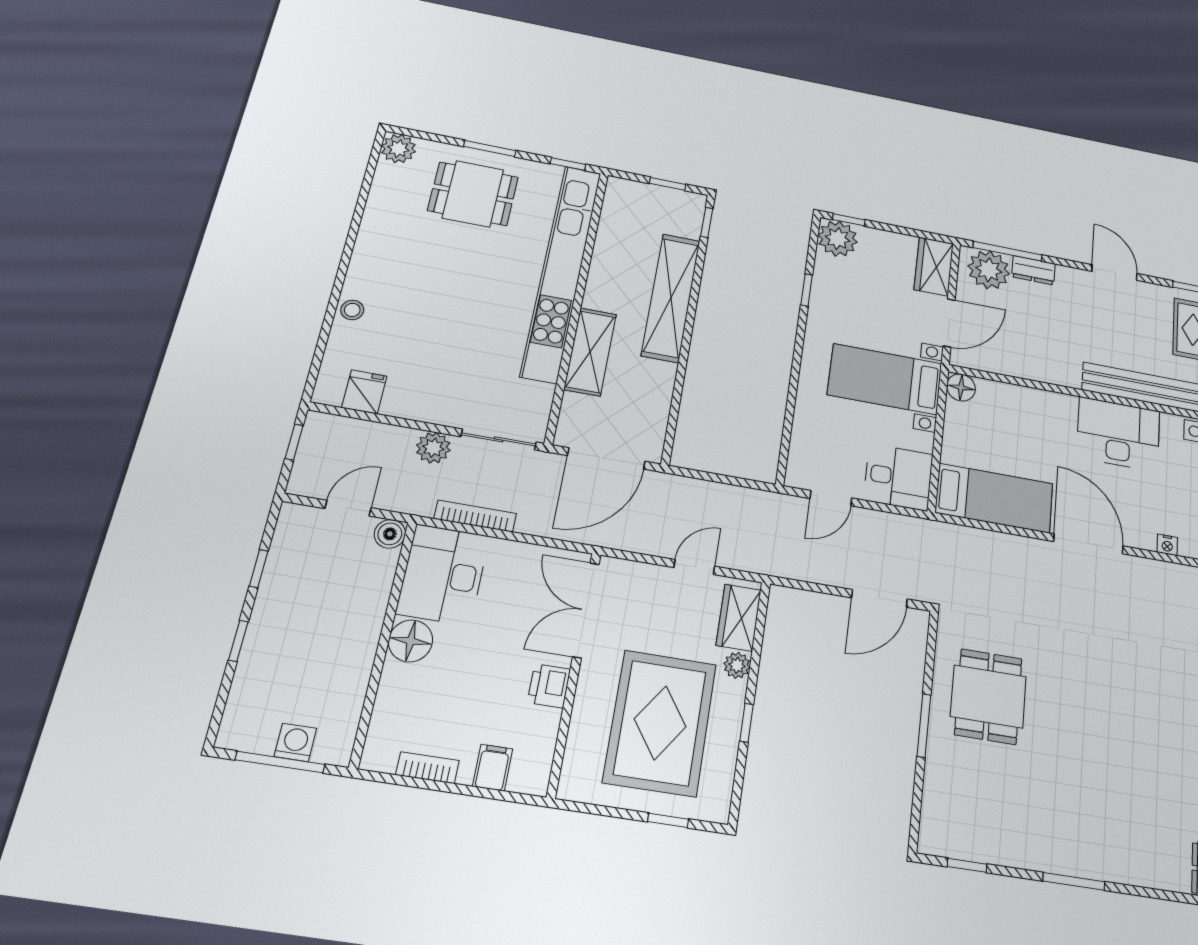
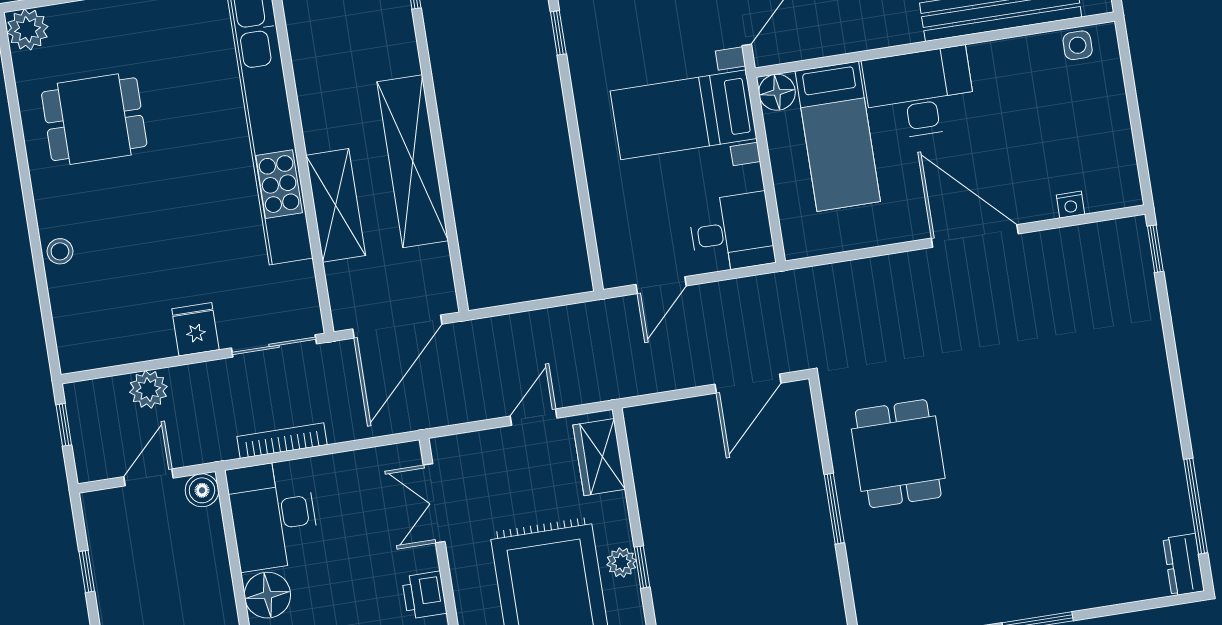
dining table: (473, 194) -> (94, 119), moved
shelving: (671, 298) -> (413, 161), moved
fridge: (364, 392) -> (195, 329), moved
desk: (1118, 434) -> (920, 93), moved
plant: (433, 448) -> (148, 389), moved
bed: (994, 498) -> (838, 136), moved, turned 90
double door: (586, 610) -> (434, 503), width x0.73
plant: (737, 665) -> (621, 562), moved

